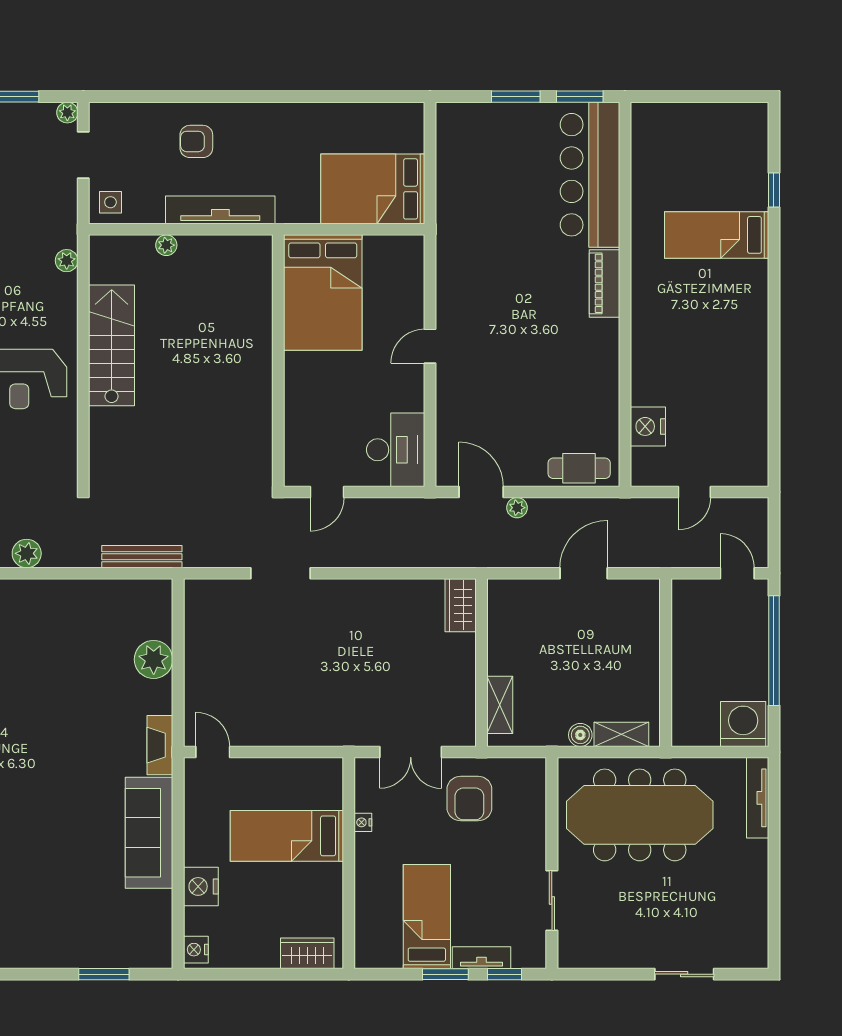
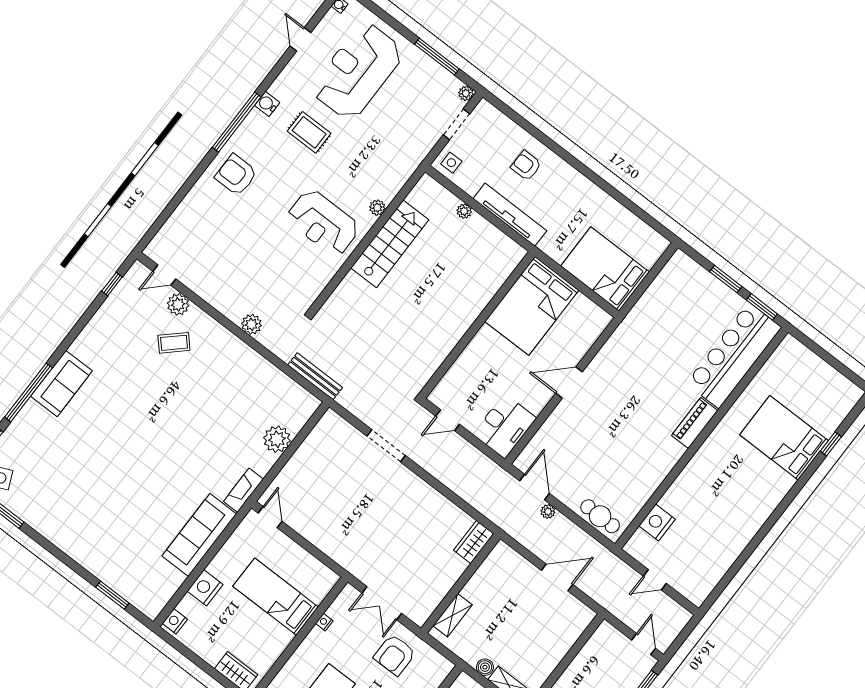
bed: (717, 235) -> (784, 438), width x1.50
plant: (67, 261) -> (377, 208), moved
door: (430, 346) -> (569, 383), width x1.38

